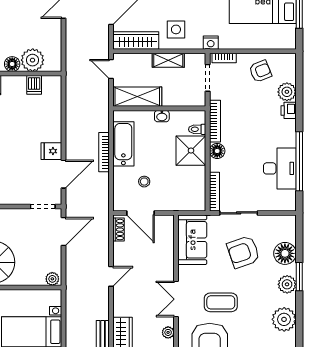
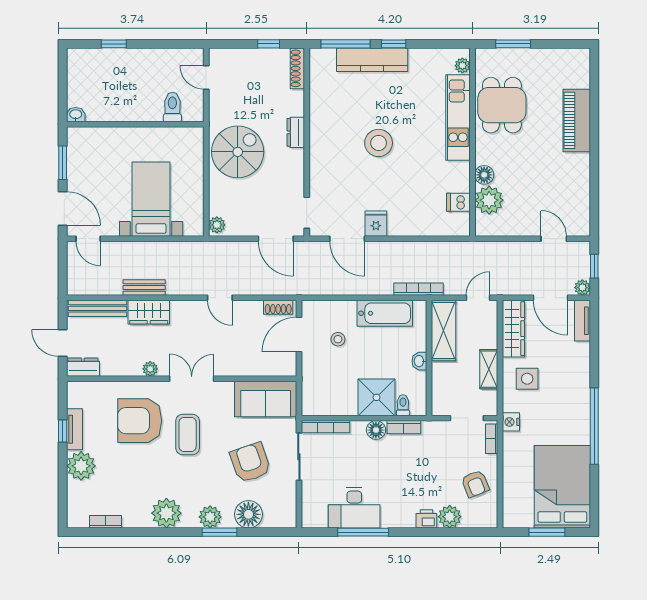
bookcase: (215, 121) -> (404, 427), width x0.64
bookcase: (104, 152) -> (418, 289), moved
window: (299, 161) -> (363, 532), width x0.68

